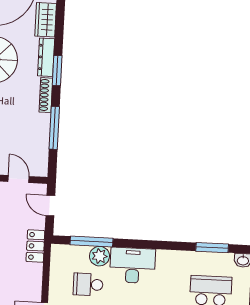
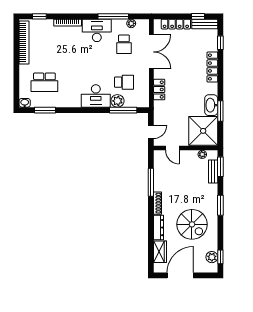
window: (57, 71) -> (151, 219), removed
door: (50, 206) -> (151, 132), hinge flipped
locker: (35, 246) -> (159, 90), moved

